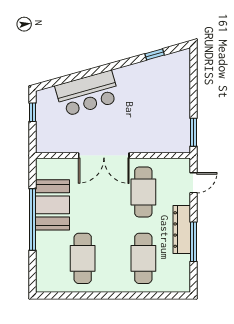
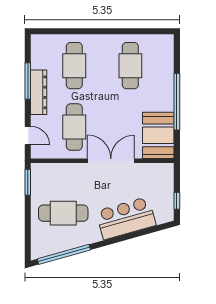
window: (155, 54) -> (64, 254), width x3.17
cafe table: (155, 99) -> (63, 213), added
door: (194, 183) -> (28, 136), swing flipped
booth: (52, 205) -> (158, 135), moved

